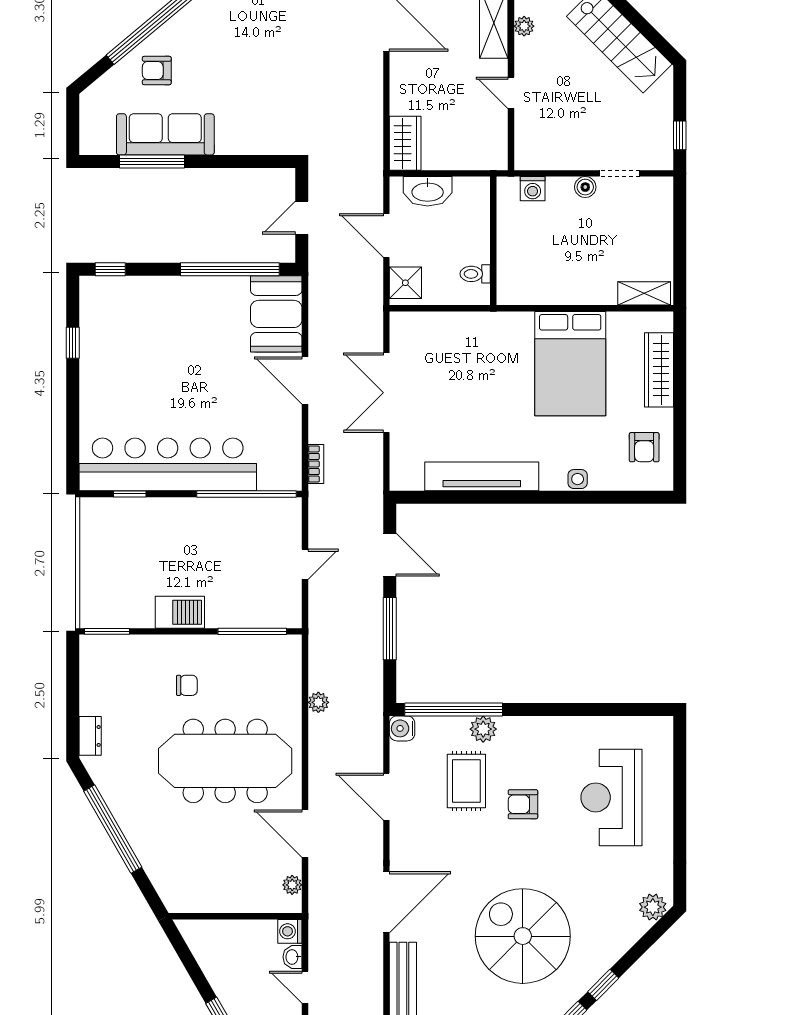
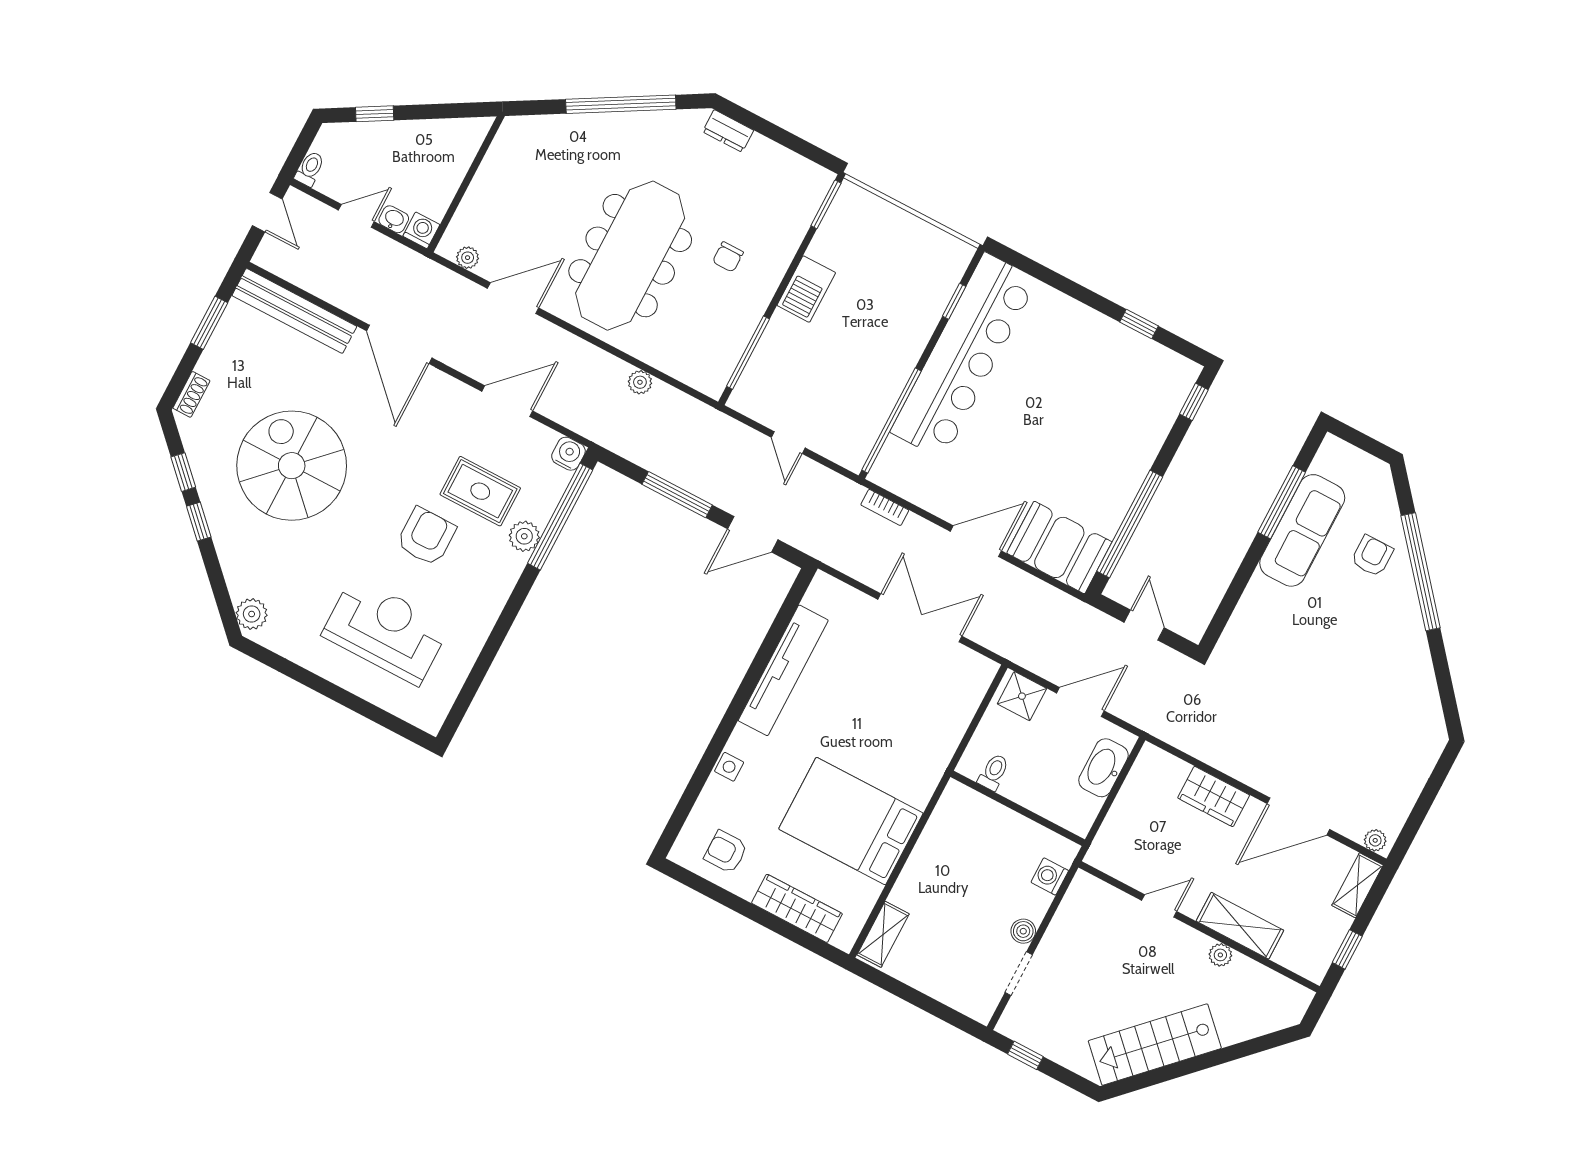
wardrobe: (405, 143) -> (1214, 796), moved
armchair: (523, 804) -> (426, 537), width x1.38, depth x1.38
spiral stairs: (523, 936) -> (292, 466), turned -90

